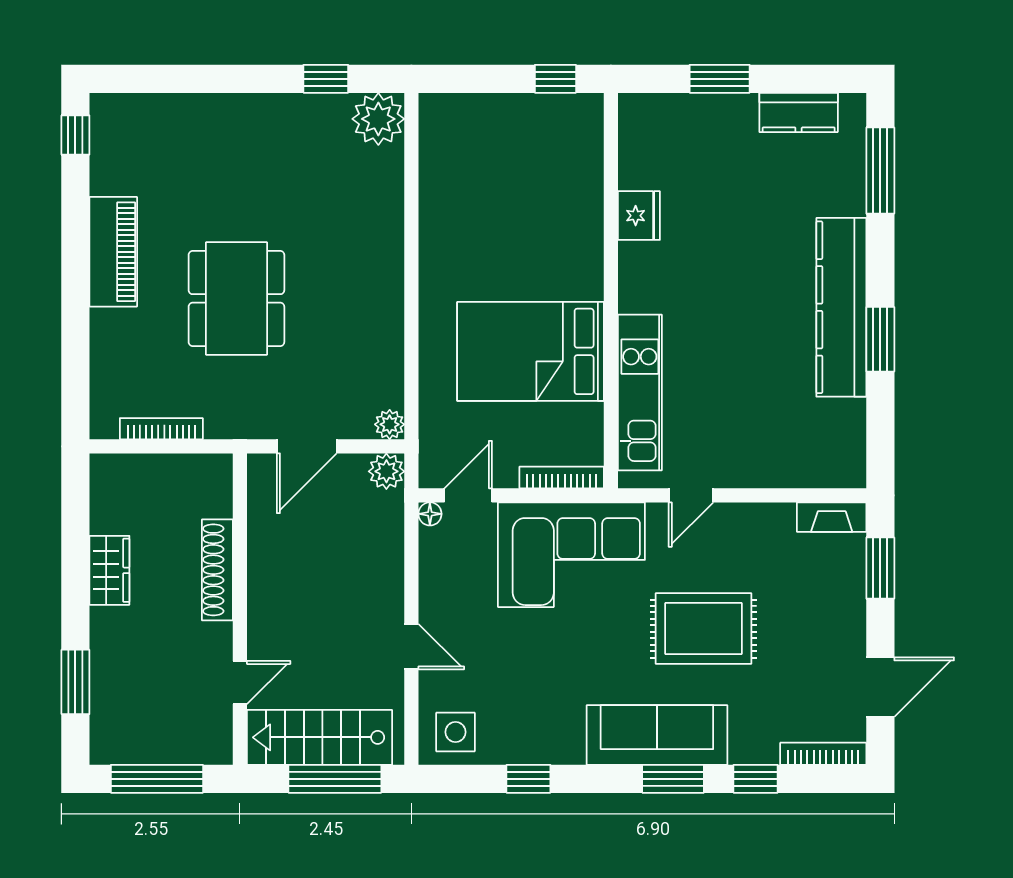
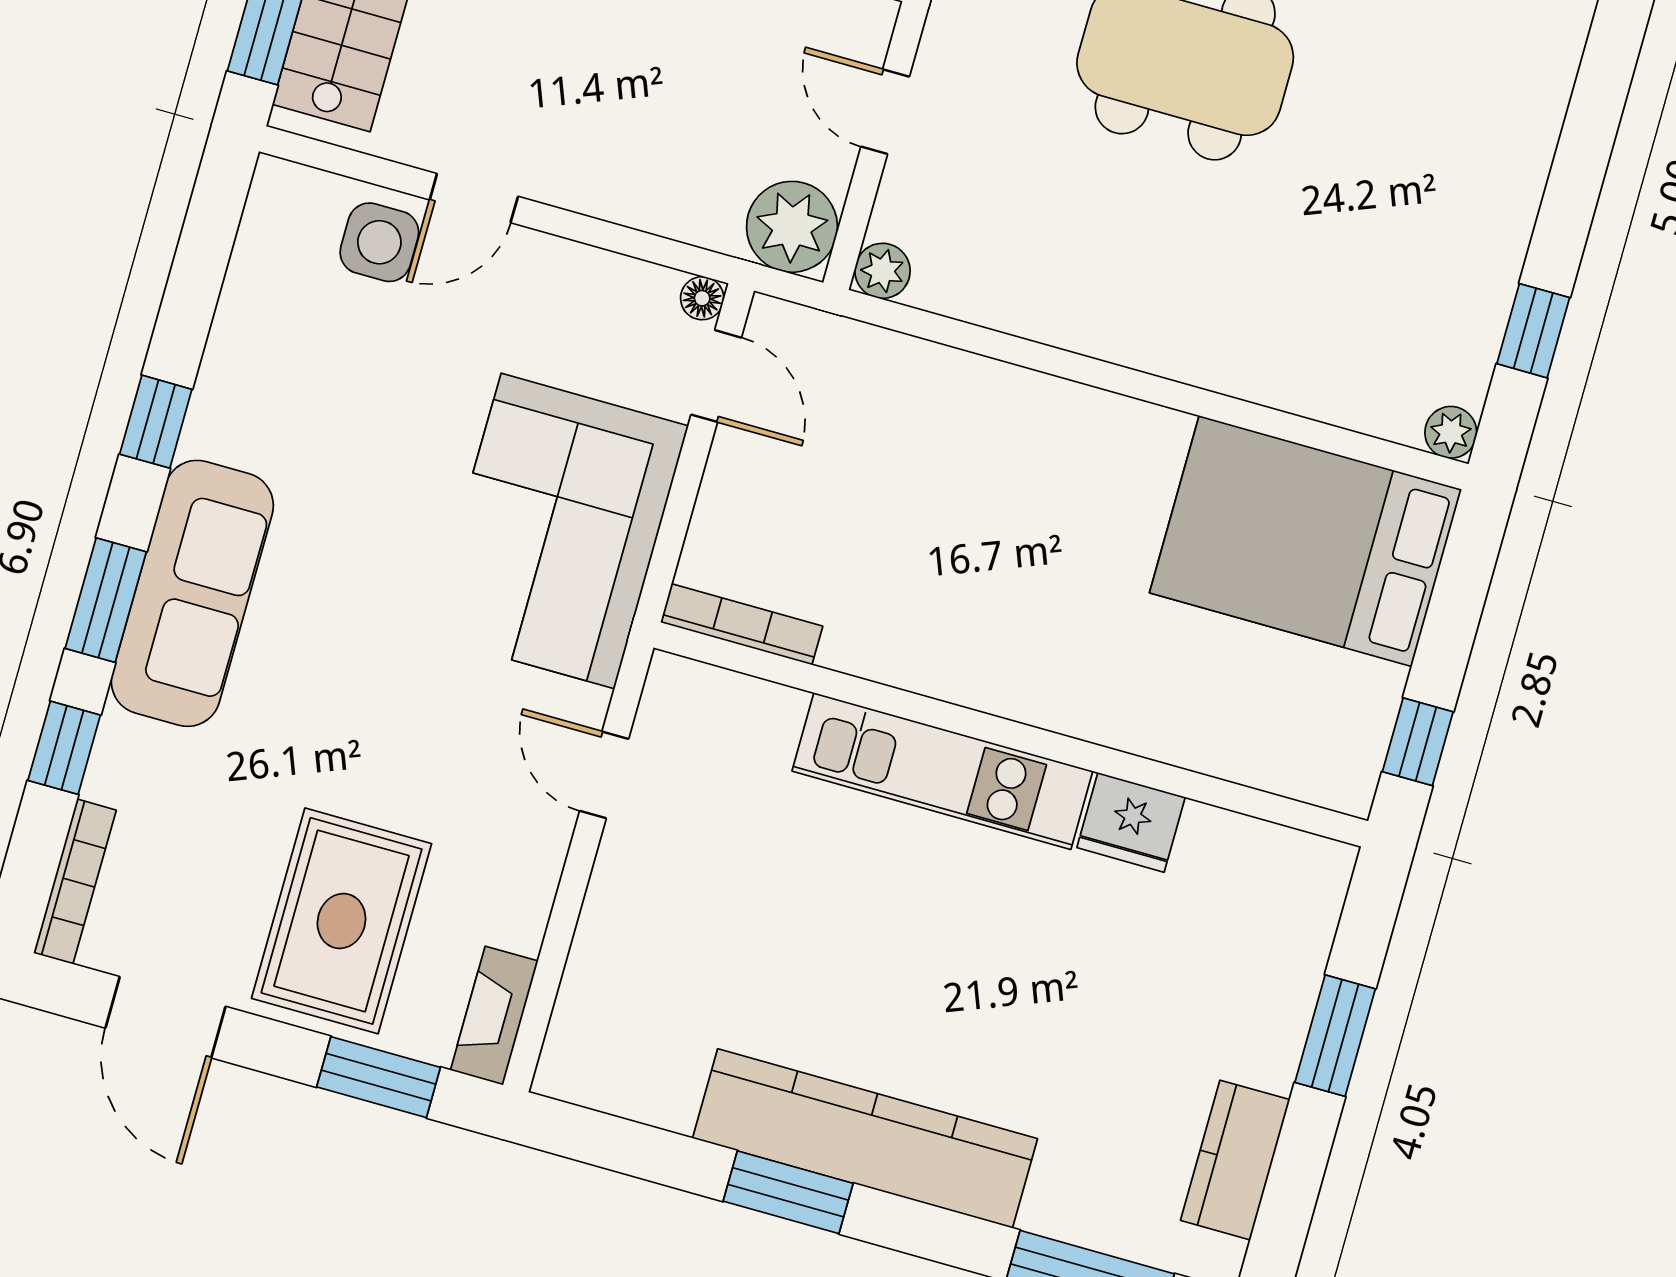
plant: (378, 119) -> (1451, 432), width x0.53, depth x0.53
bed: (531, 351) -> (1305, 541), moved, turned -90
kitchen unit: (640, 392) -> (942, 771), moved
door: (307, 446) -> (885, 112), width x0.73
plant: (386, 471) -> (792, 227), width x1.36, depth x1.36
bookcase: (562, 477) -> (742, 624), moved, turned -90
rug: (703, 629) -> (341, 921), moved
side table: (456, 732) -> (379, 242), moved
window: (528, 779) -> (156, 422), moved

